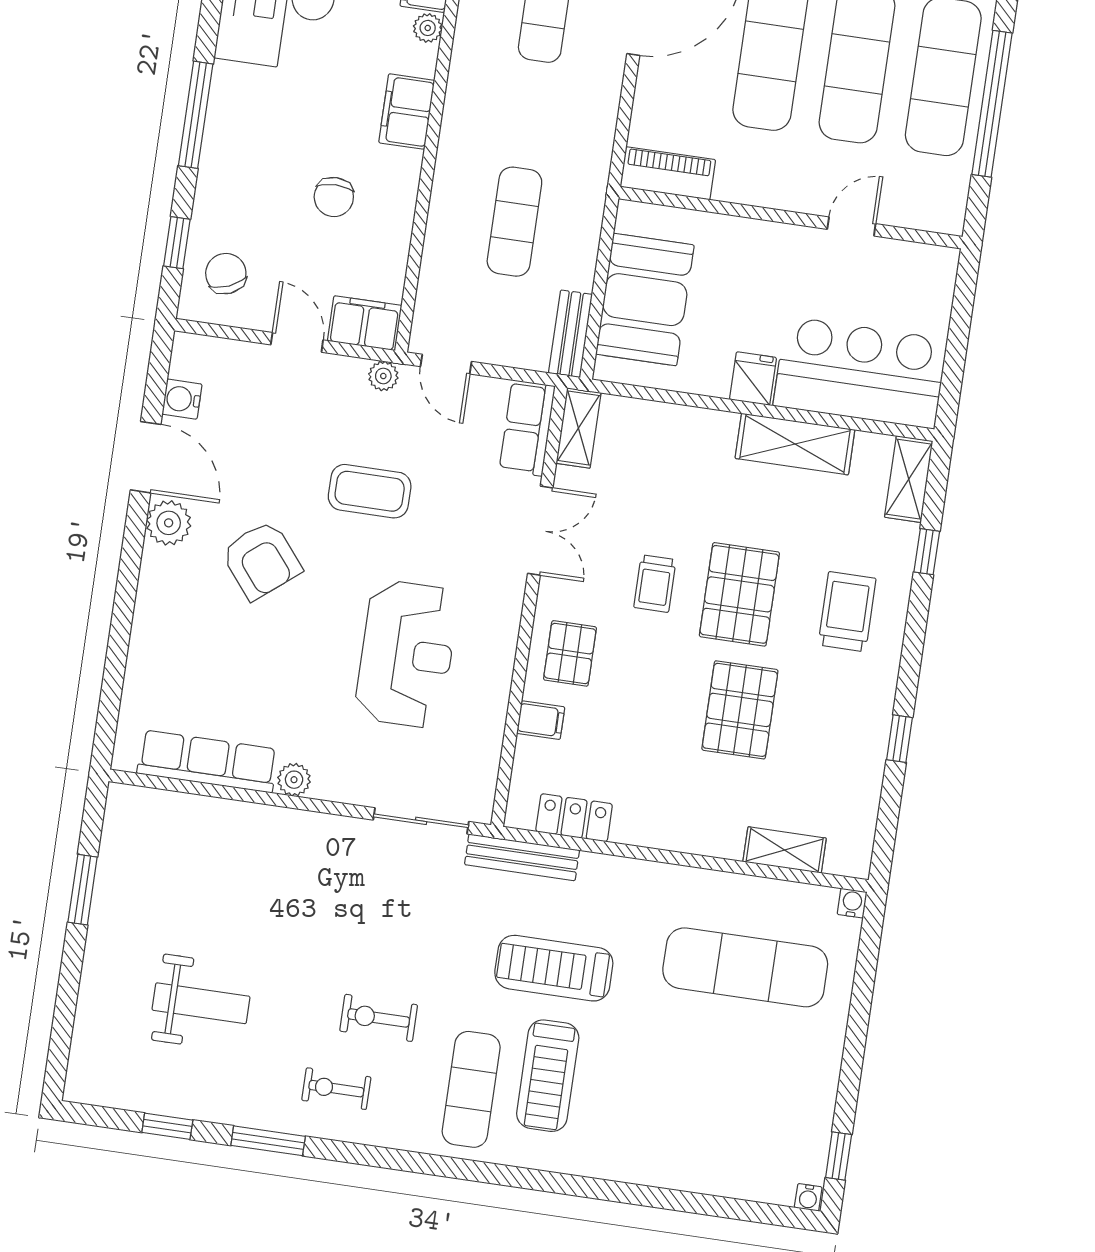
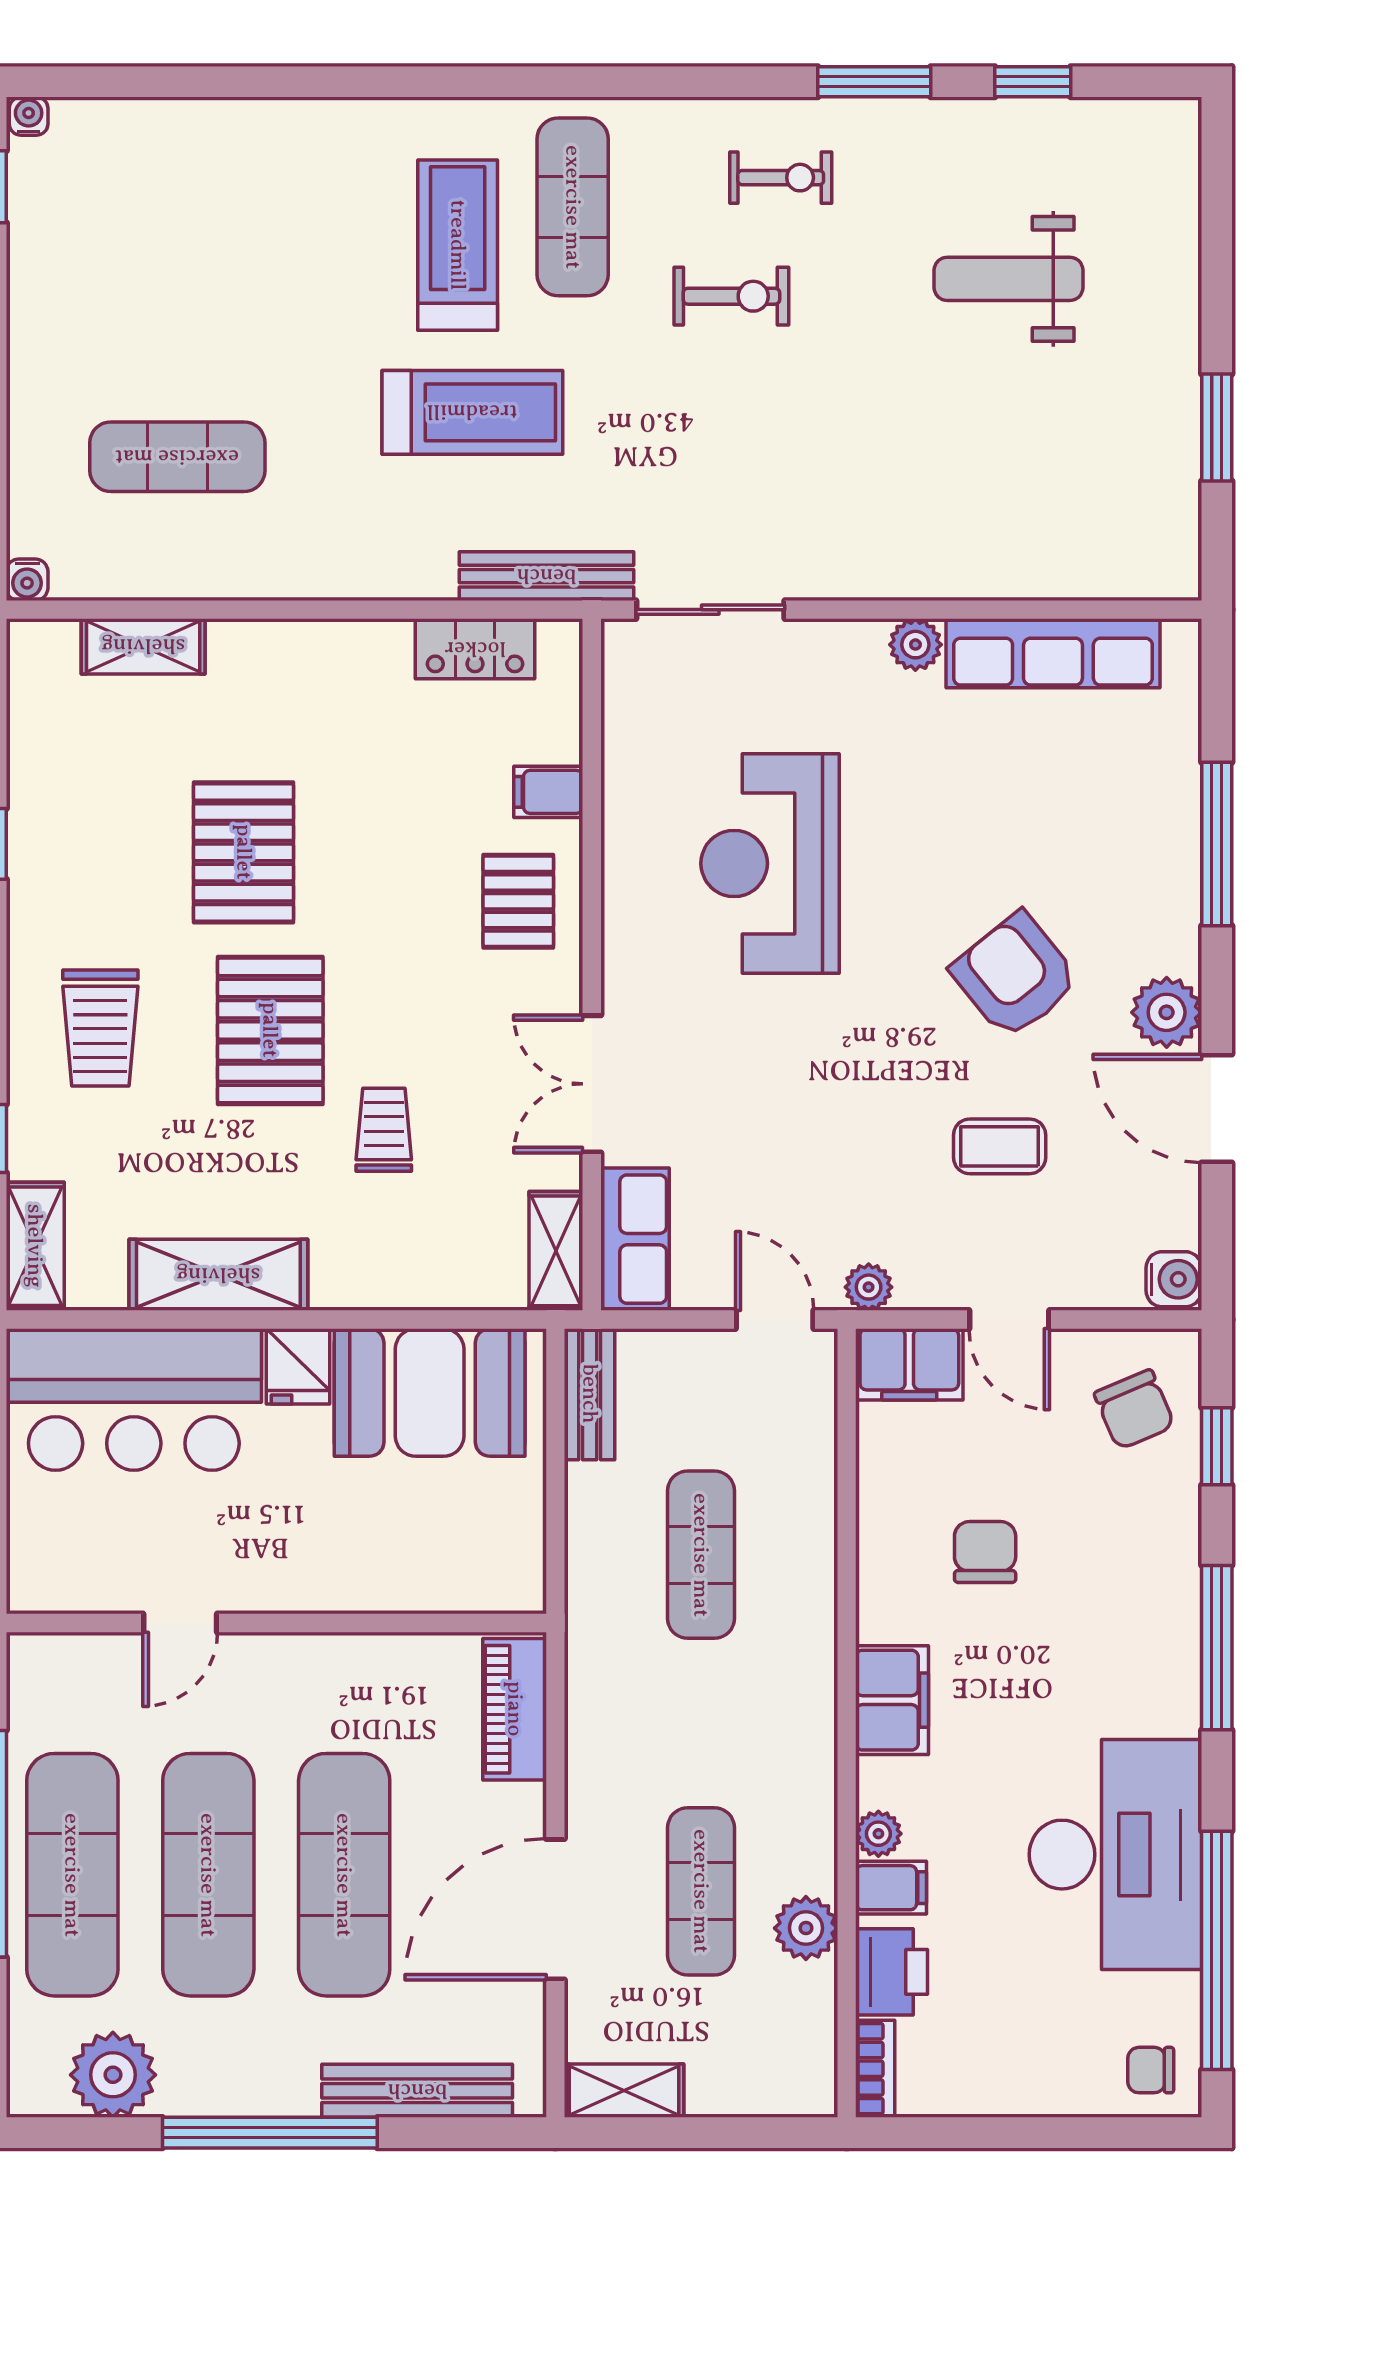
piano: (668, 173) -> (515, 1709), moved, turned 90
booth: (645, 300) -> (430, 1393), moved, turned 90
water cooler: (182, 399) -> (1174, 1279), moved
coffee table: (370, 491) -> (1000, 1146), moved, width x0.73, depth x0.77
trolley: (655, 584) -> (384, 1130), moved
window: (121, 625) -> (1217, 844), added
exercise mat: (745, 967) -> (177, 457), width x0.73, depth x0.69

